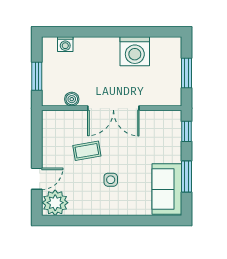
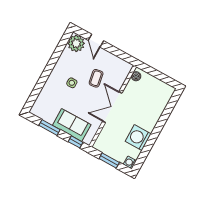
washing machine: (65, 44) -> (130, 163), moved
window: (37, 76) -> (155, 73), removed
boiler: (72, 99) -> (136, 76), moved
sofa: (167, 189) -> (72, 125), moved

